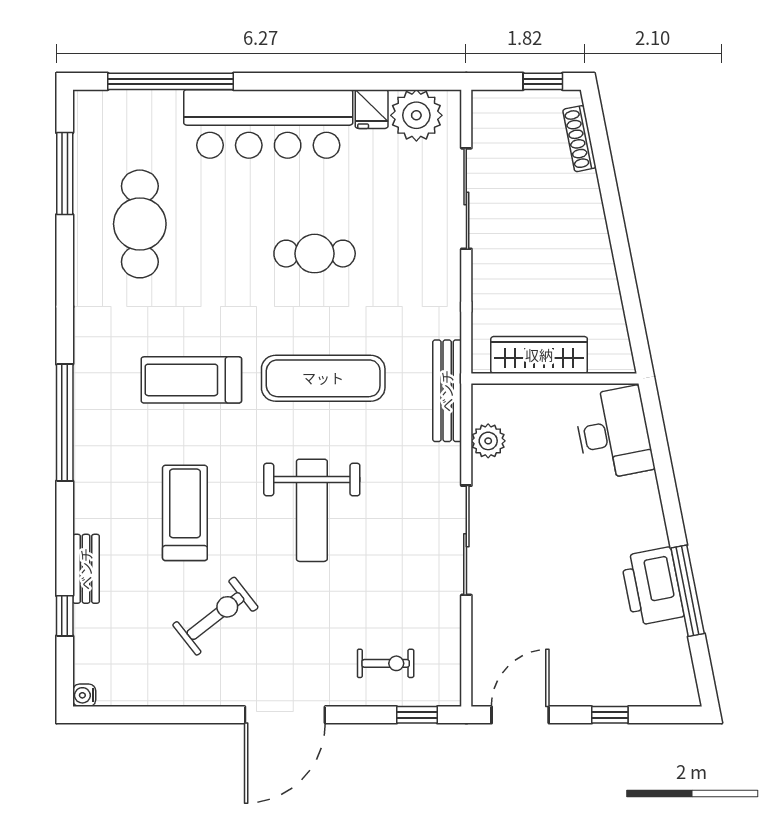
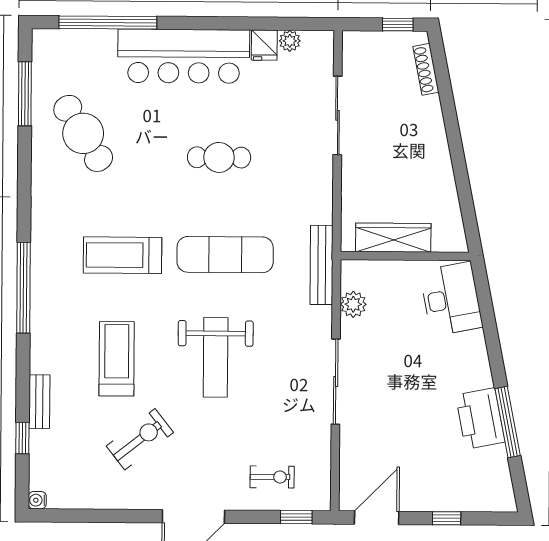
plant: (416, 115) -> (290, 41), width x0.53, depth x0.53
cafe table: (140, 224) -> (83, 133), turned -32

